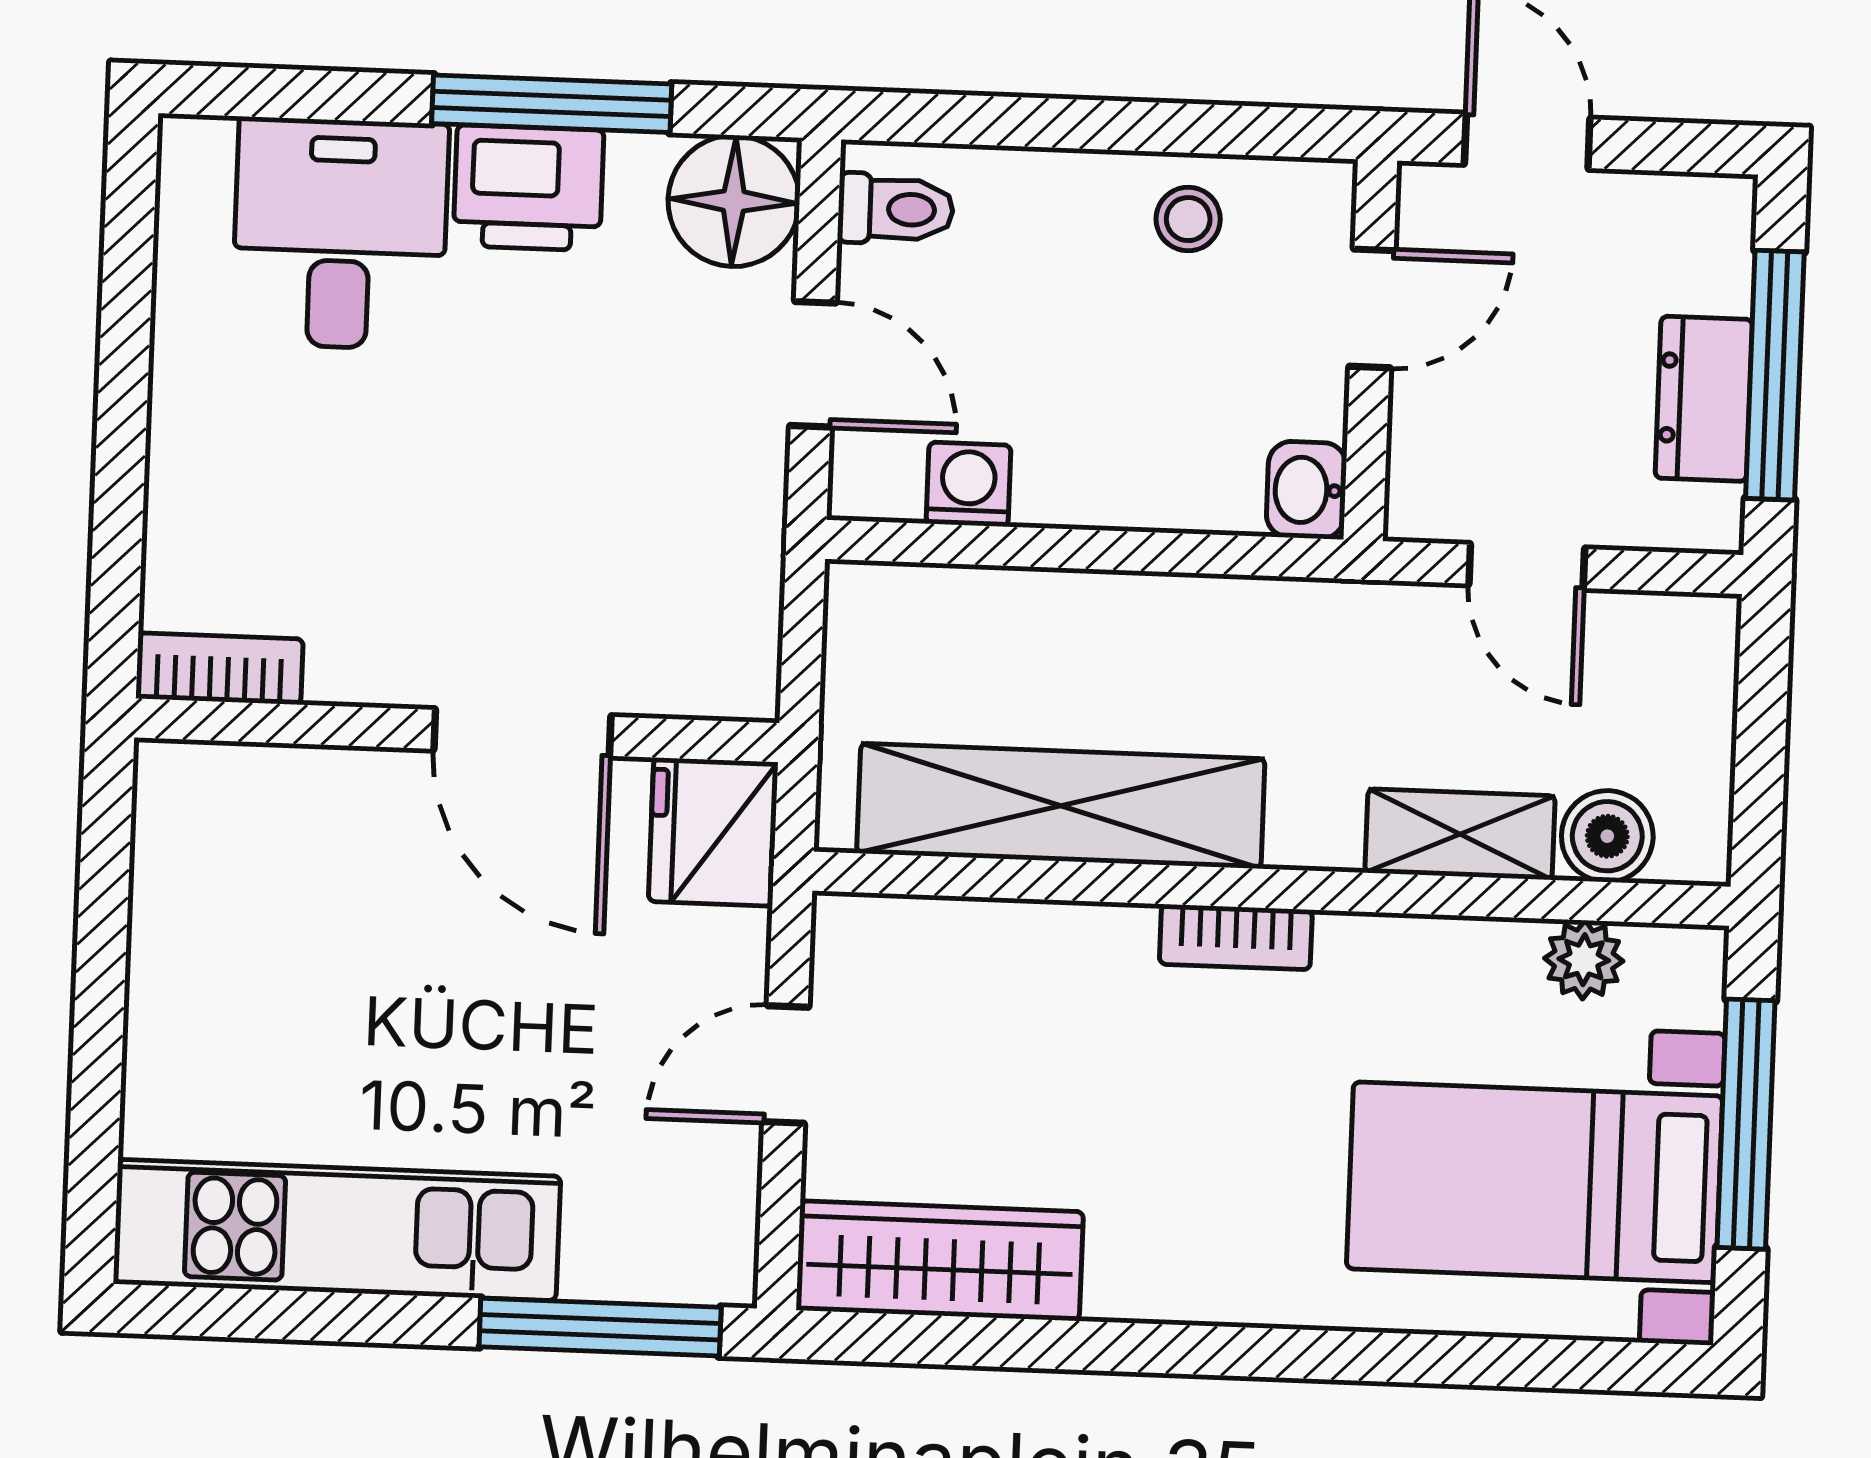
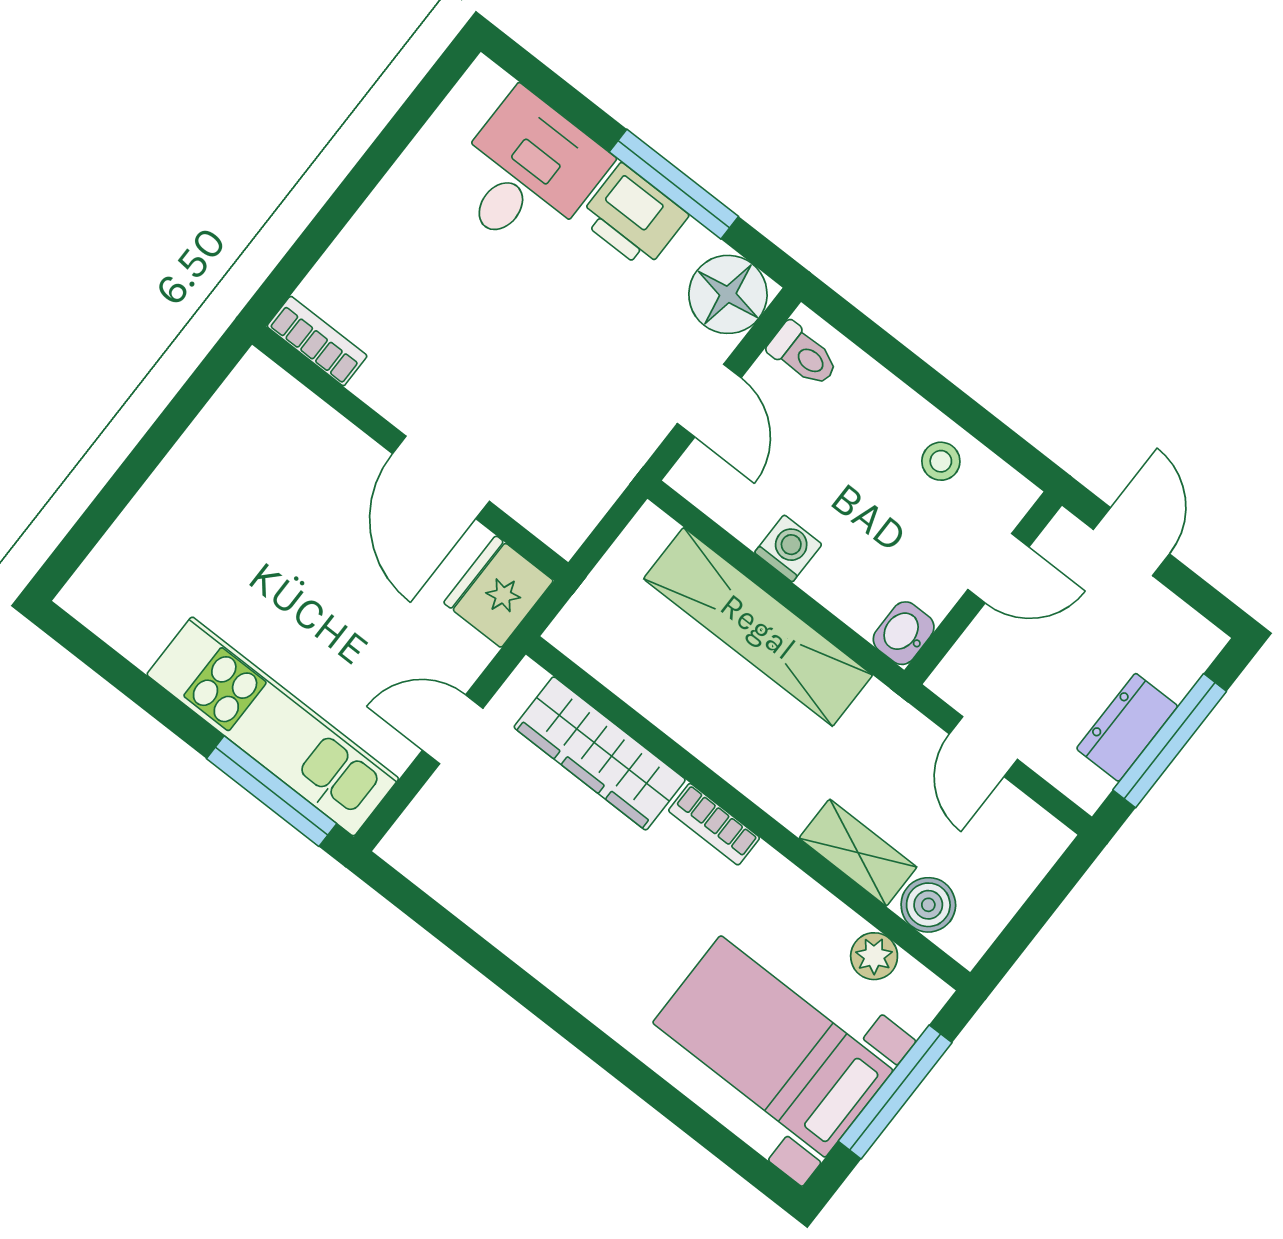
washing machine: (969, 484) -> (788, 548), moved
shelving: (1061, 806) -> (758, 627), moved
kitchen unit: (337, 1230) -> (273, 726), moved
wardrobe: (940, 1261) -> (600, 753), moved, turned 180

